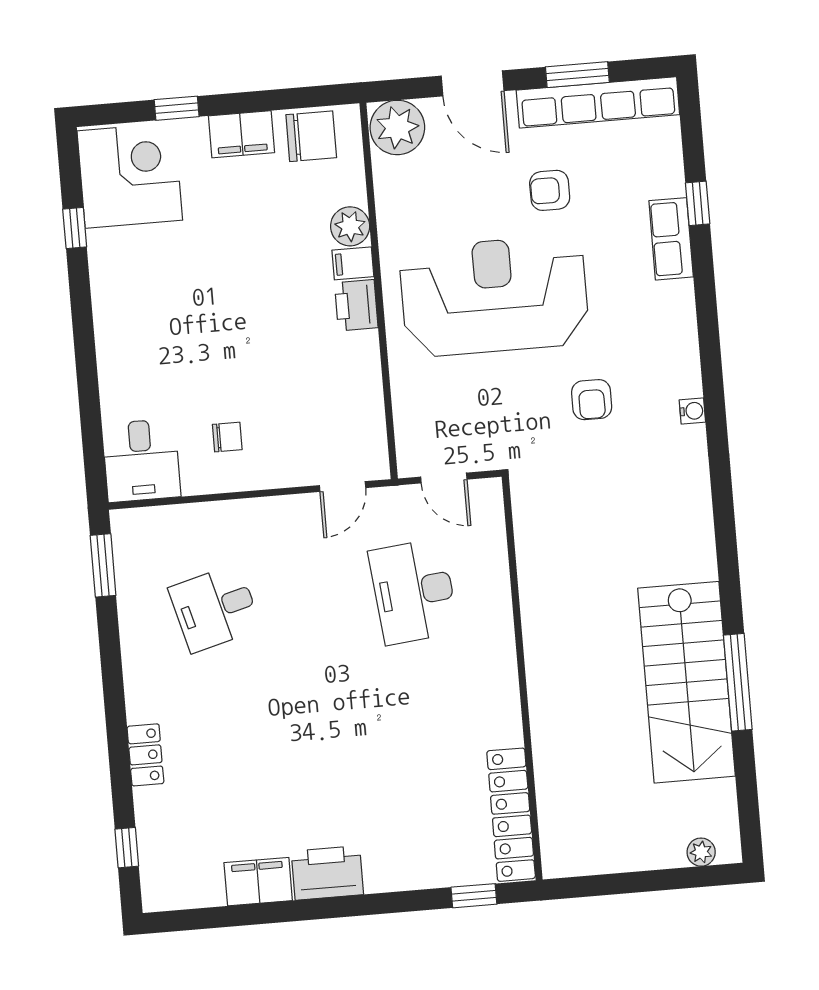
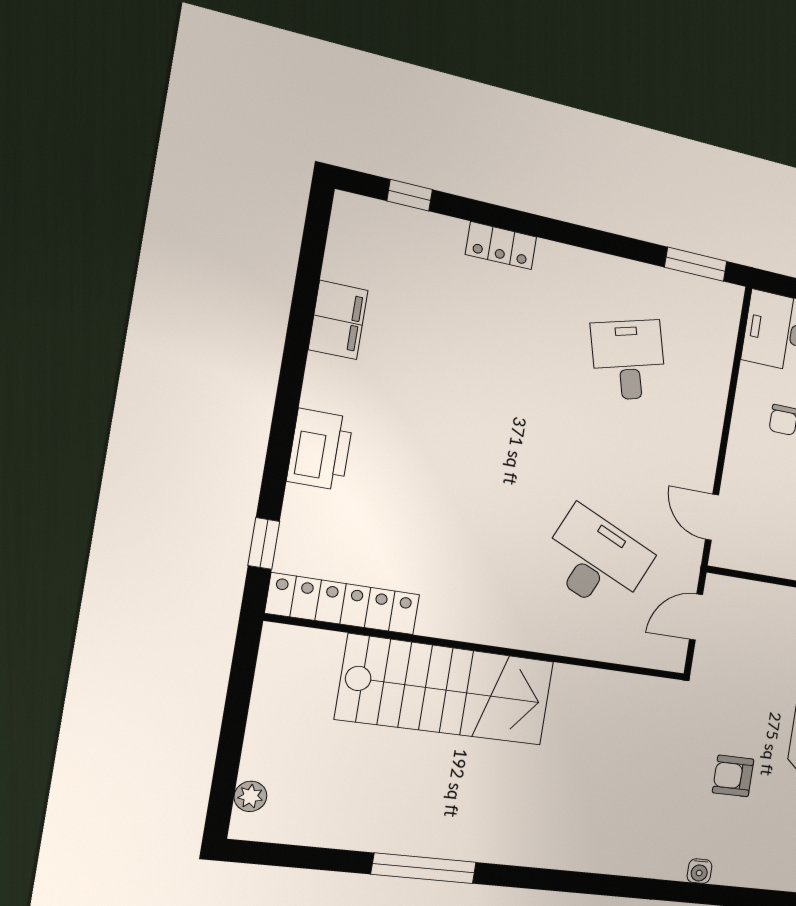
desk: (414, 592) -> (596, 560), turned 30
stairs: (687, 682) -> (446, 690), moved, turned 180
printer: (327, 873) -> (320, 449), moved

